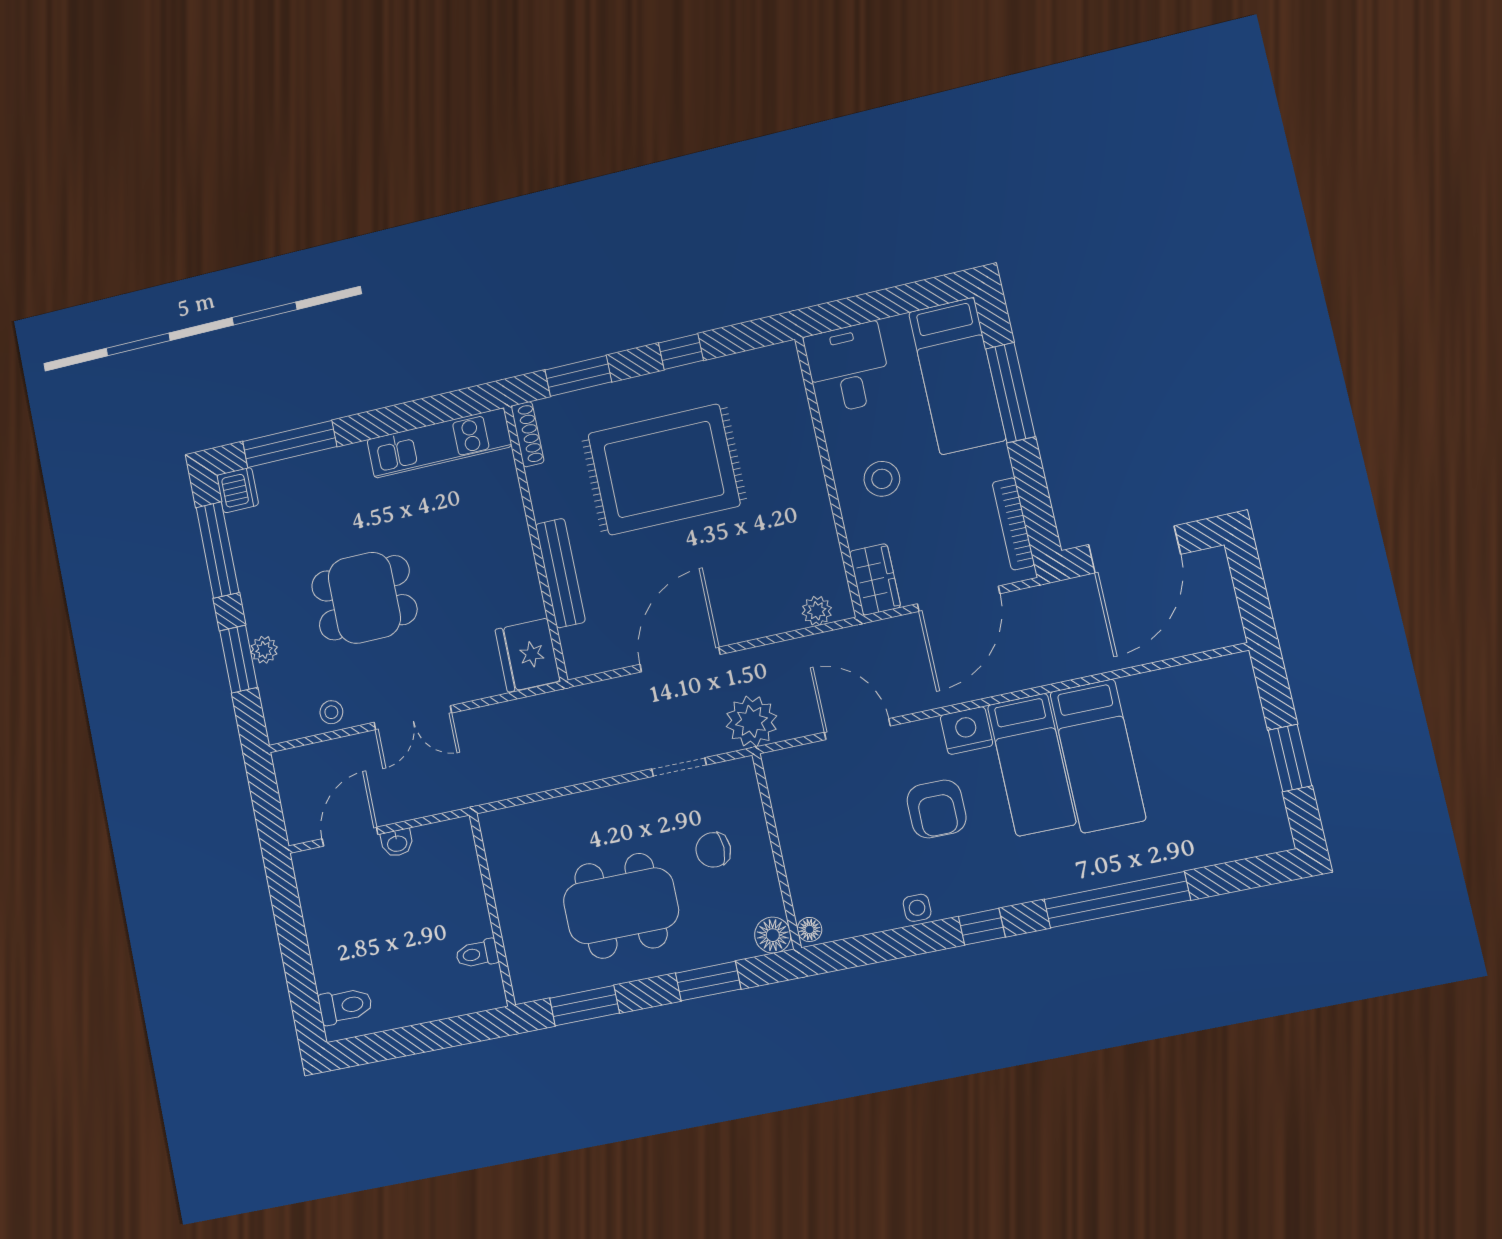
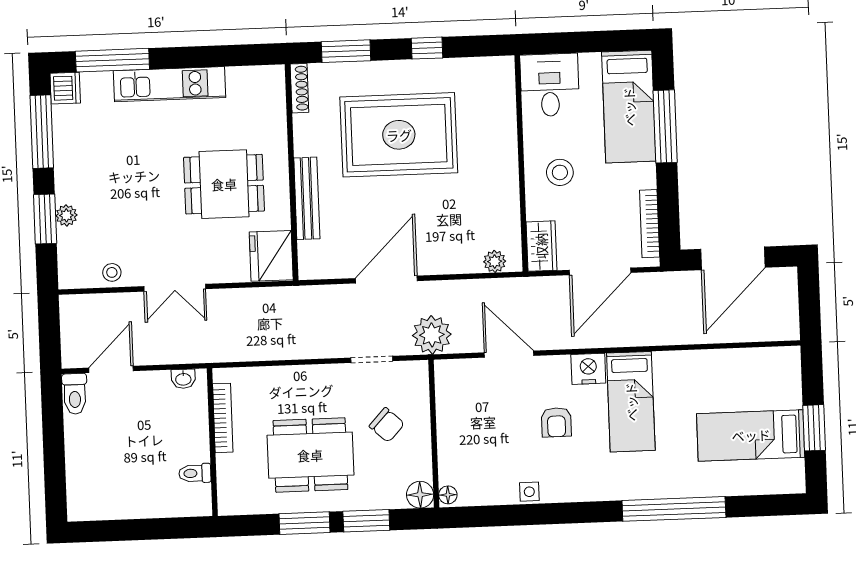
kitchen unit: (439, 443) -> (170, 84), moved
dining table: (364, 598) -> (224, 184), moved
bed: (1098, 756) -> (751, 435), moved, turned 90
armchair: (937, 809) -> (556, 422), width x0.72, depth x0.72
washbasin: (397, 843) -> (183, 379), moved
chair: (713, 850) -> (387, 425), turned -137
bookcase: (501, 876) -> (223, 418), added
window: (982, 927) -> (574, 513), removed
toilet: (345, 1006) -> (75, 394), moved, turned 90
window: (585, 1006) -> (305, 523), moved

